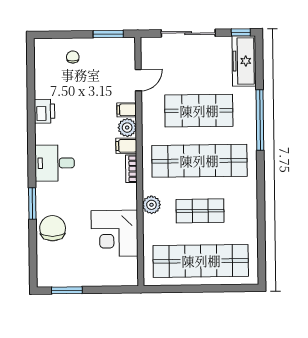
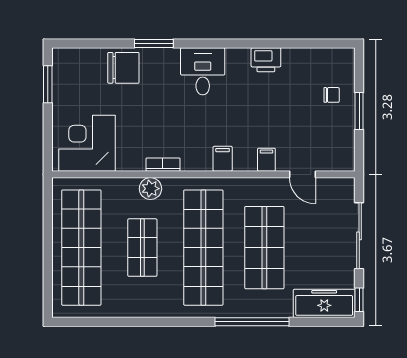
window: (108, 34) -> (359, 111), moved
plant: (127, 128) -> (245, 160), removed
bookcase: (131, 169) -> (163, 165), moved
corner desk: (115, 233) -> (87, 143), moved

